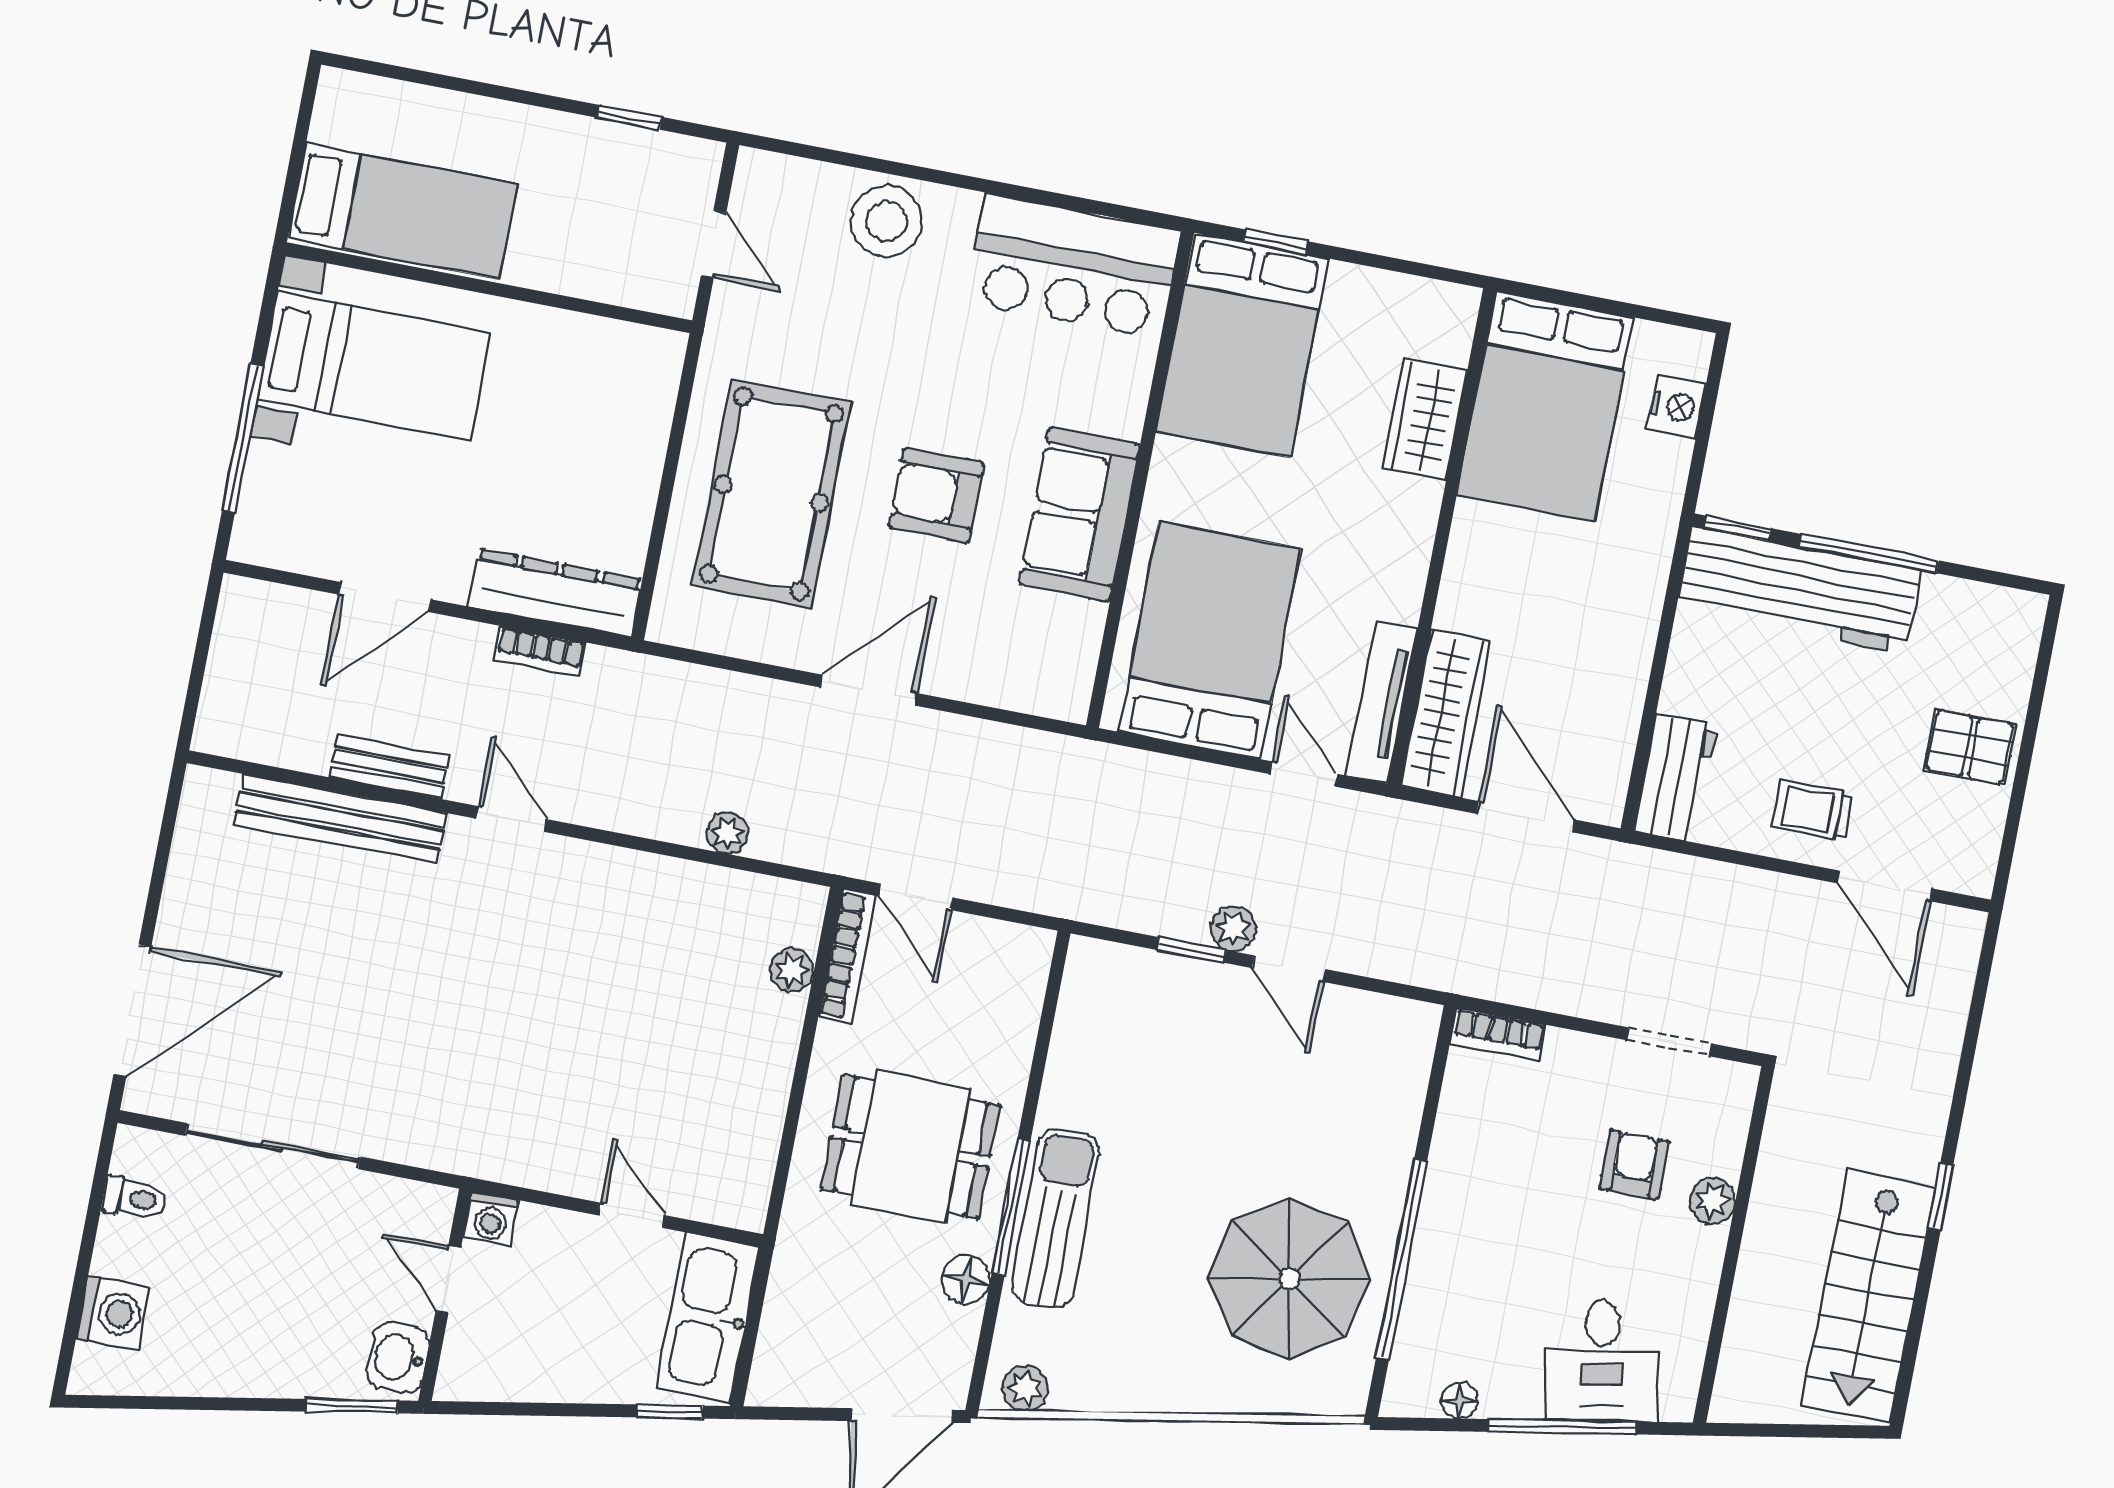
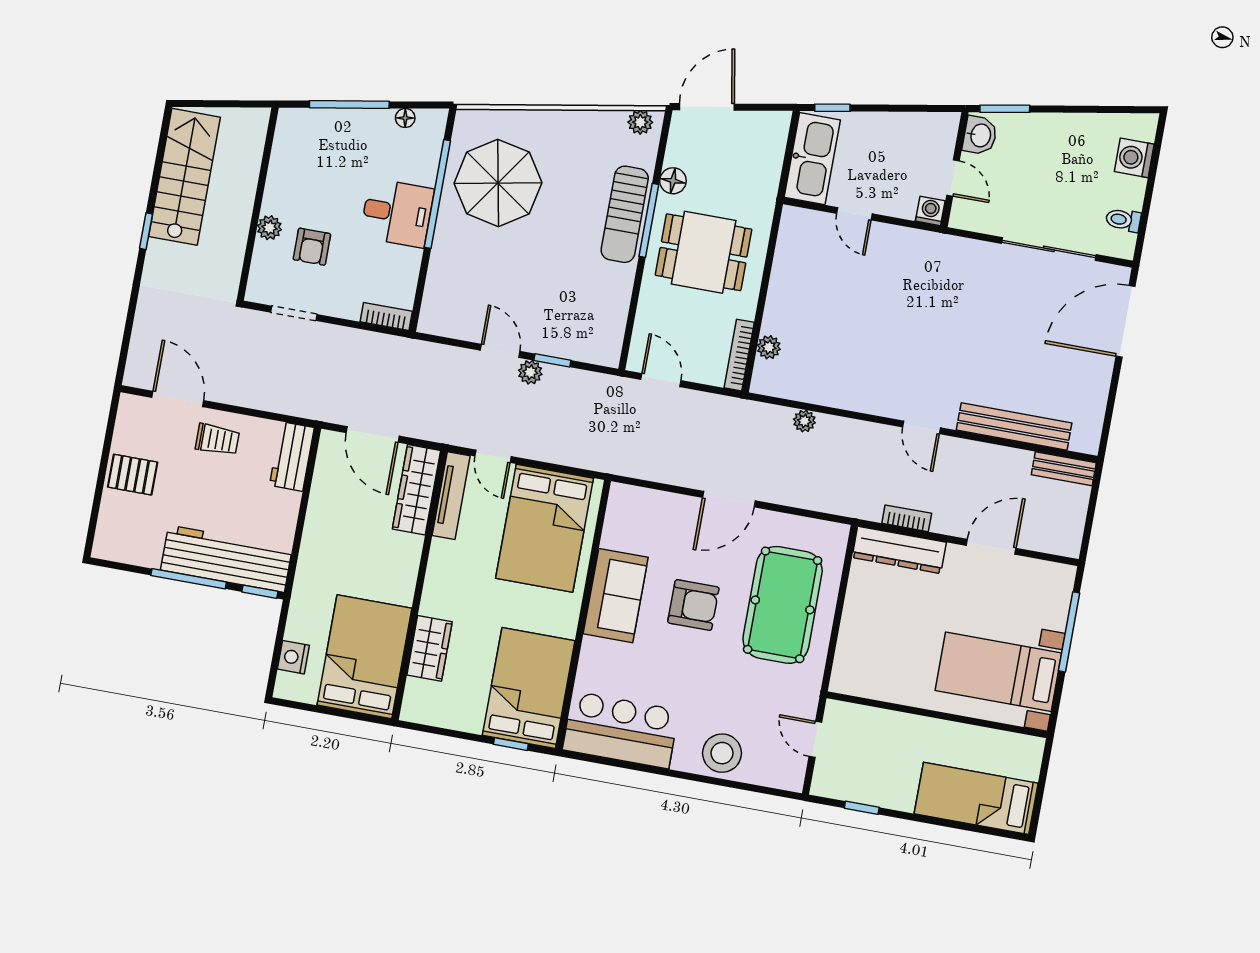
bed: (402, 211) -> (976, 798), moved
bench: (390, 767) -> (1064, 469), moved
door: (916, 897) -> (661, 380), moved
desk: (1602, 1360) -> (397, 213), moved, turned 100

